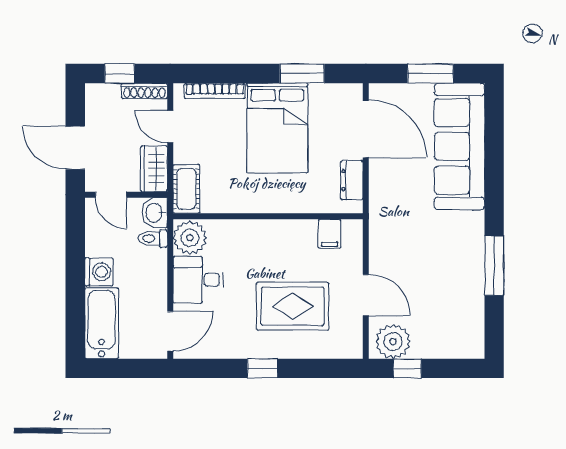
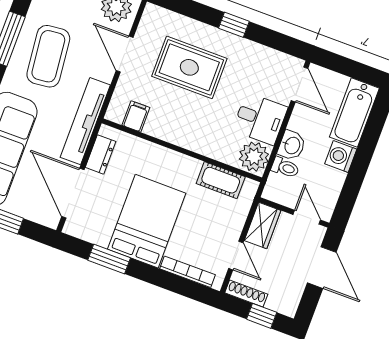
cot: (186, 189) -> (221, 180), moved, turned 90
tv unit: (381, 209) -> (85, 121), added
washbasin: (155, 213) -> (292, 145), moved
coffee table: (445, 263) -> (48, 56), added
door: (170, 331) -> (299, 85), swing flipped

